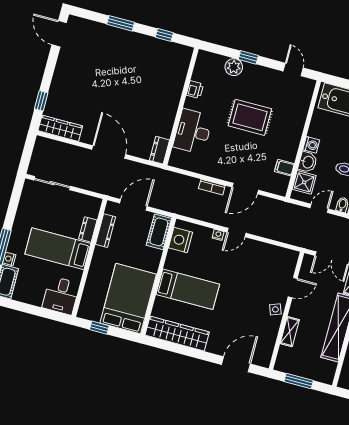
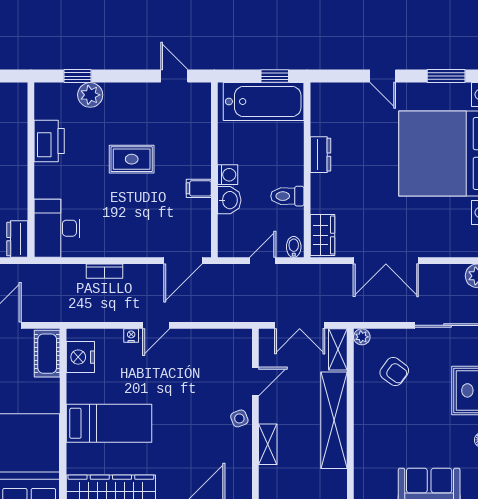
window: (248, 57) -> (78, 76), moved
printer: (195, 90) -> (49, 141), width x1.87, depth x1.48
rug: (250, 117) -> (132, 159), width x0.73, depth x0.70
desk: (193, 132) -> (57, 228), moved
filing cabinet: (284, 168) -> (199, 188), moved
shower: (304, 182) -> (232, 230), removed
door: (245, 189) -> (183, 261), moved

